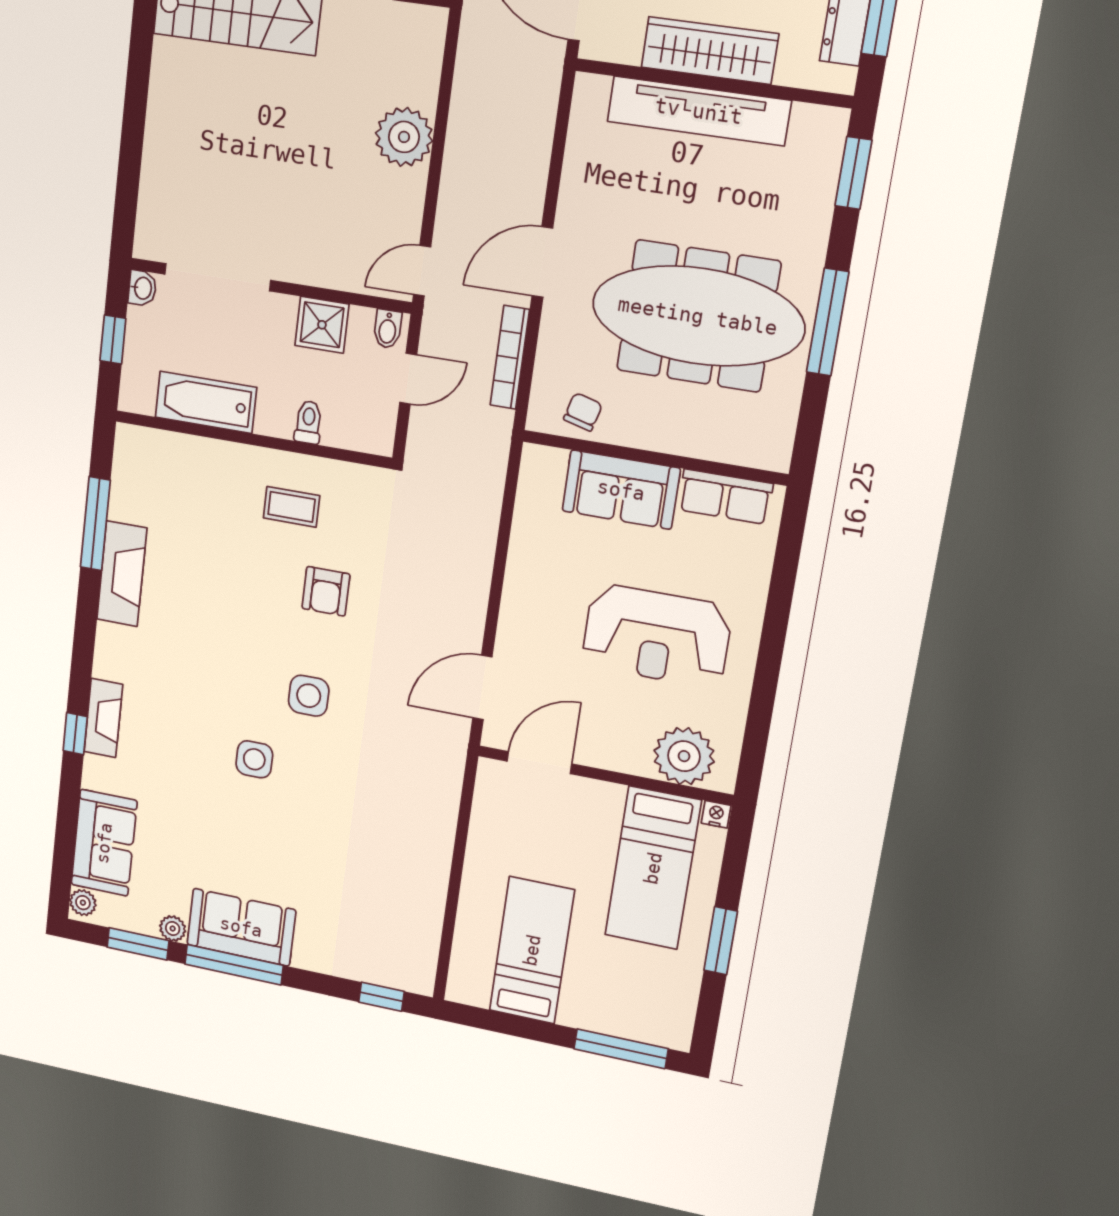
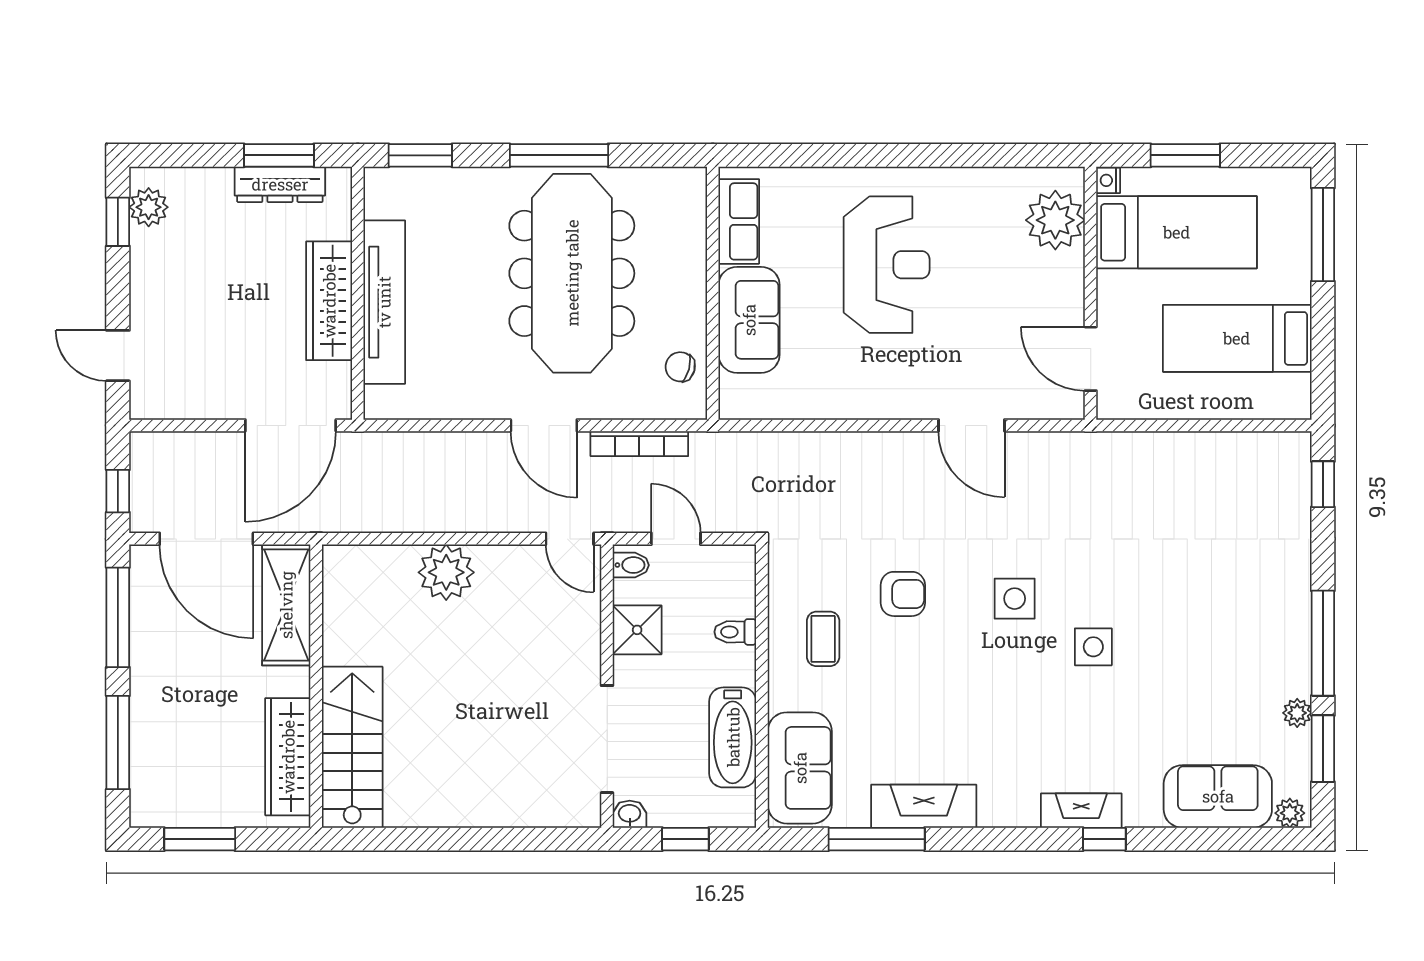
plant: (684, 756) -> (1055, 220), moved
door: (539, 763) -> (1091, 359), moved
wall: (605, 775) -> (1091, 293), moved
nightstand: (716, 814) -> (1108, 180), moved
bed: (653, 868) -> (1177, 232), moved
sofa: (241, 927) -> (800, 768), moved, turned 180

